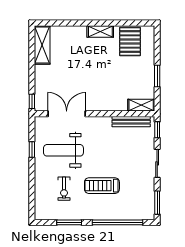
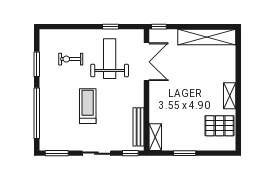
shelving: (42, 45) -> (207, 37), width x1.47
treadmill: (102, 186) -> (88, 106), moved

